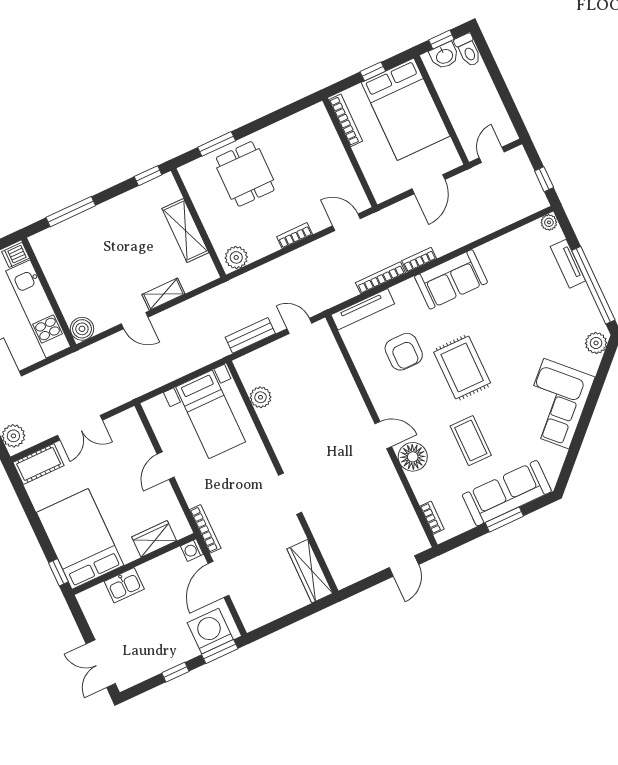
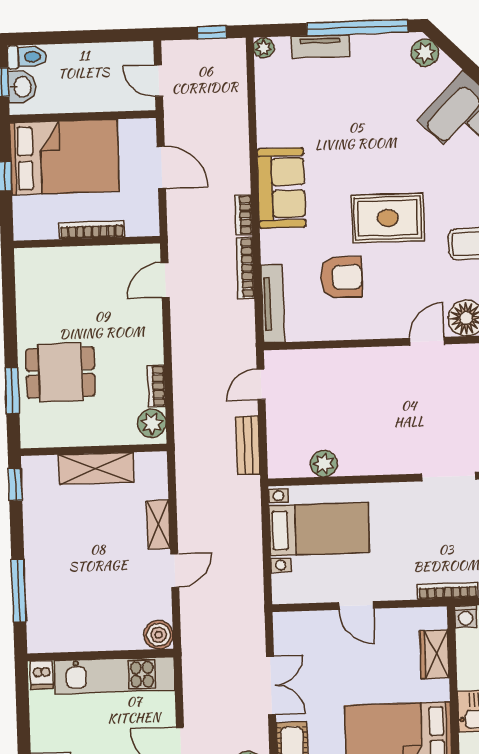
bookcase: (346, 120) -> (92, 230), moved
bookcase: (295, 236) -> (156, 386), moved

